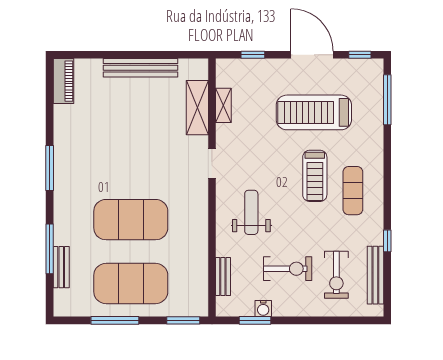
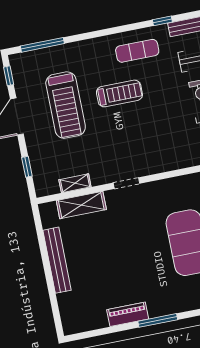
piano: (63, 81) -> (128, 314), moved
exercise mat: (353, 191) -> (137, 51), moved
weight bench: (251, 212) -> (161, 141), removed

